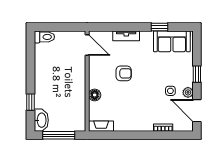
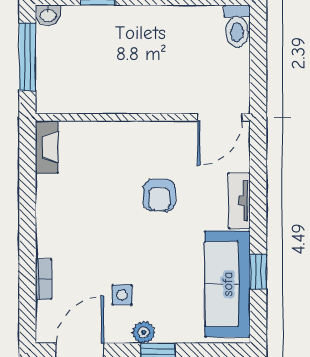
sofa: (172, 41) -> (228, 284), width x1.36
plant: (188, 92) -> (144, 332), moved
floor lamp: (95, 95) -> (113, 133), removed
washbasin: (41, 120) -> (48, 15), width x0.52, depth x0.69

